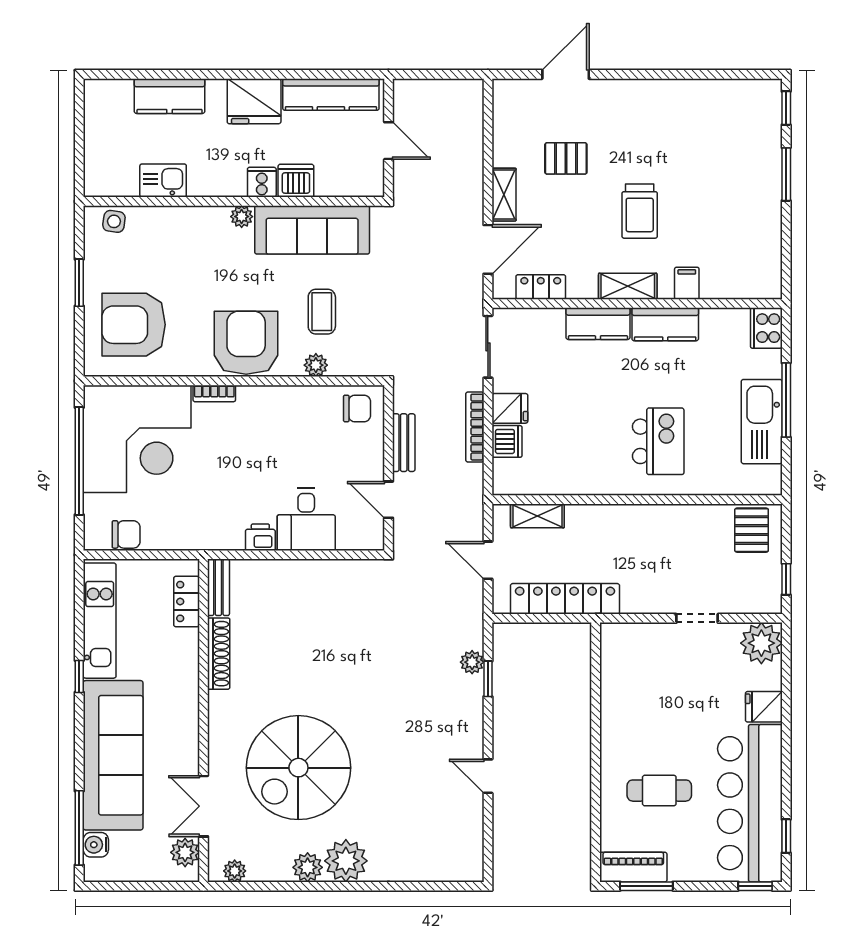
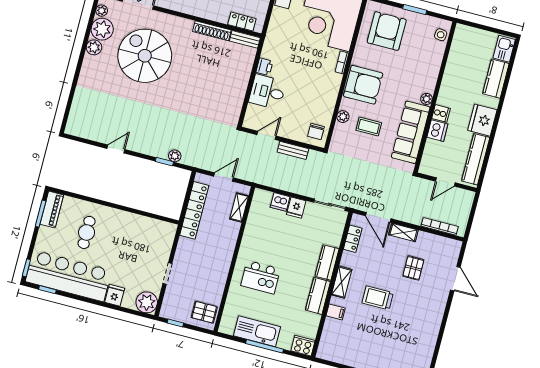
kitchen sink: (163, 181) -> (504, 49), moved, turned 180
bookcase: (475, 427) -> (440, 226), moved
plant: (346, 861) -> (102, 29), moved

